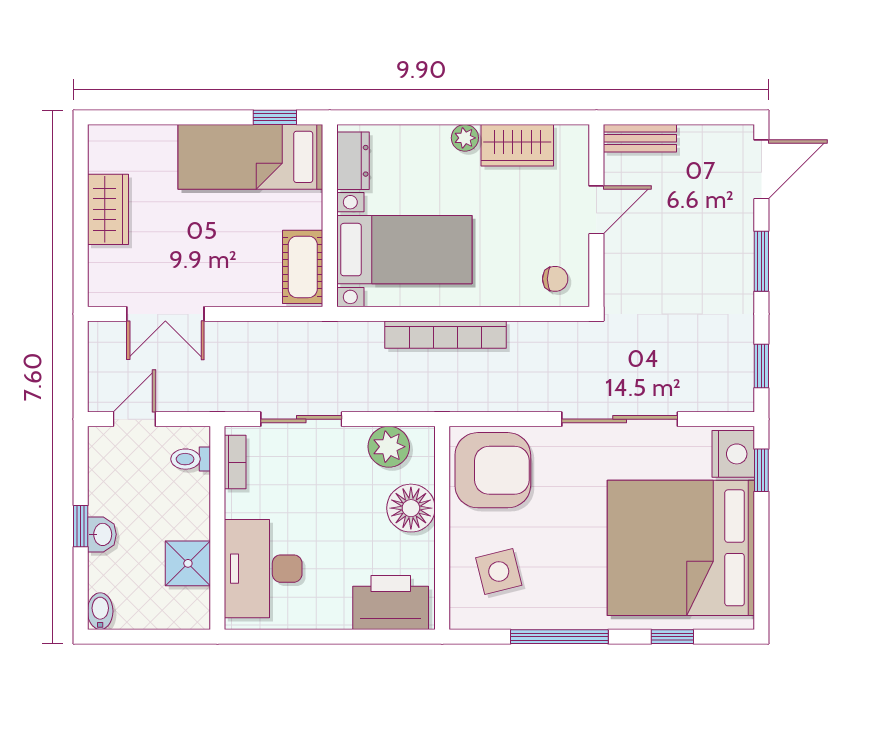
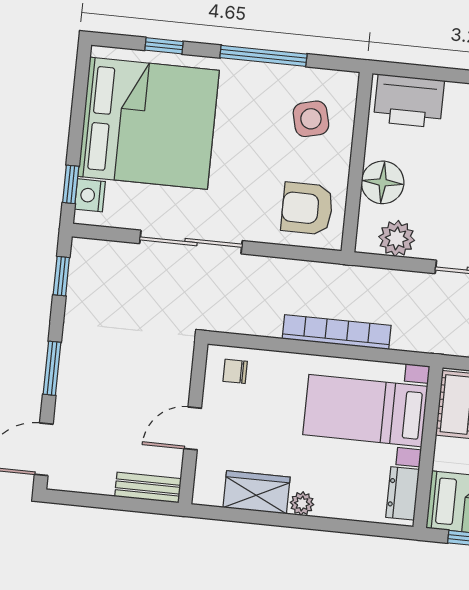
nightstand: (733, 454) -> (90, 195), width x0.74, depth x0.75
armchair: (493, 470) -> (307, 208), width x0.73, depth x0.73

